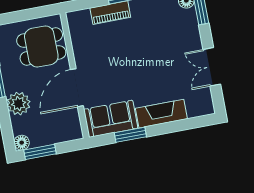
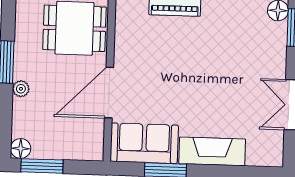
plant: (19, 104) -> (21, 89), width x0.53, depth x0.53

